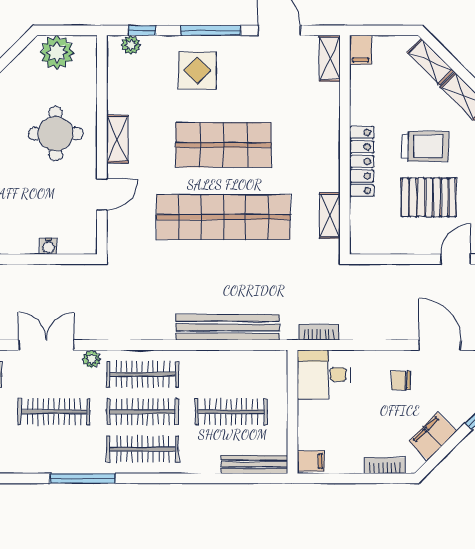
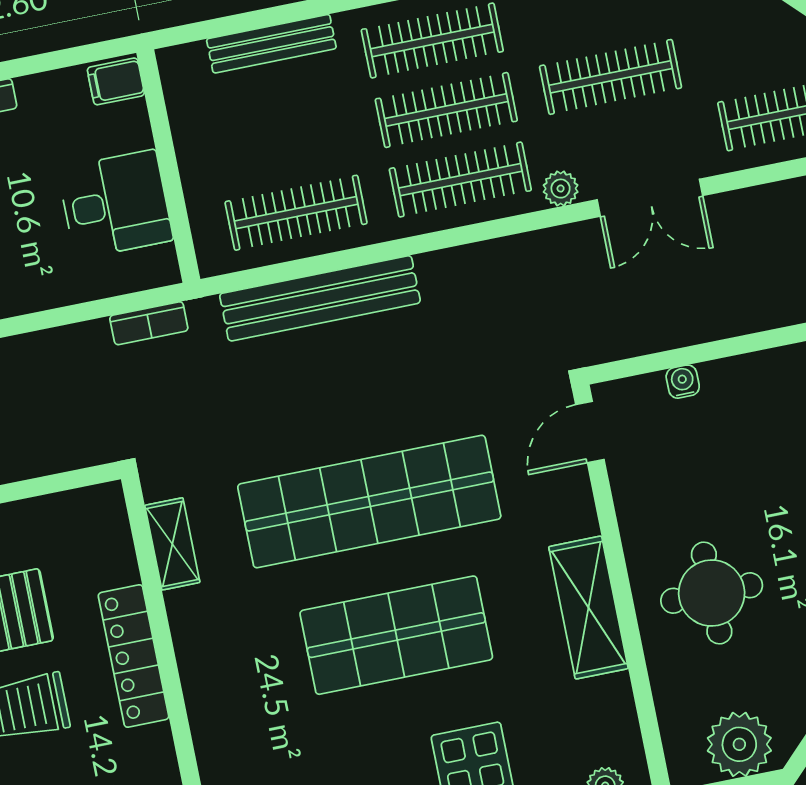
shelving: (117, 139) -> (588, 608), width x1.50, depth x1.33
door: (102, 194) -> (590, 432), moved
desk: (324, 374) -> (115, 204), moved
clothes rail: (231, 412) -> (296, 213), moved
bench: (254, 464) -> (271, 44), moved

